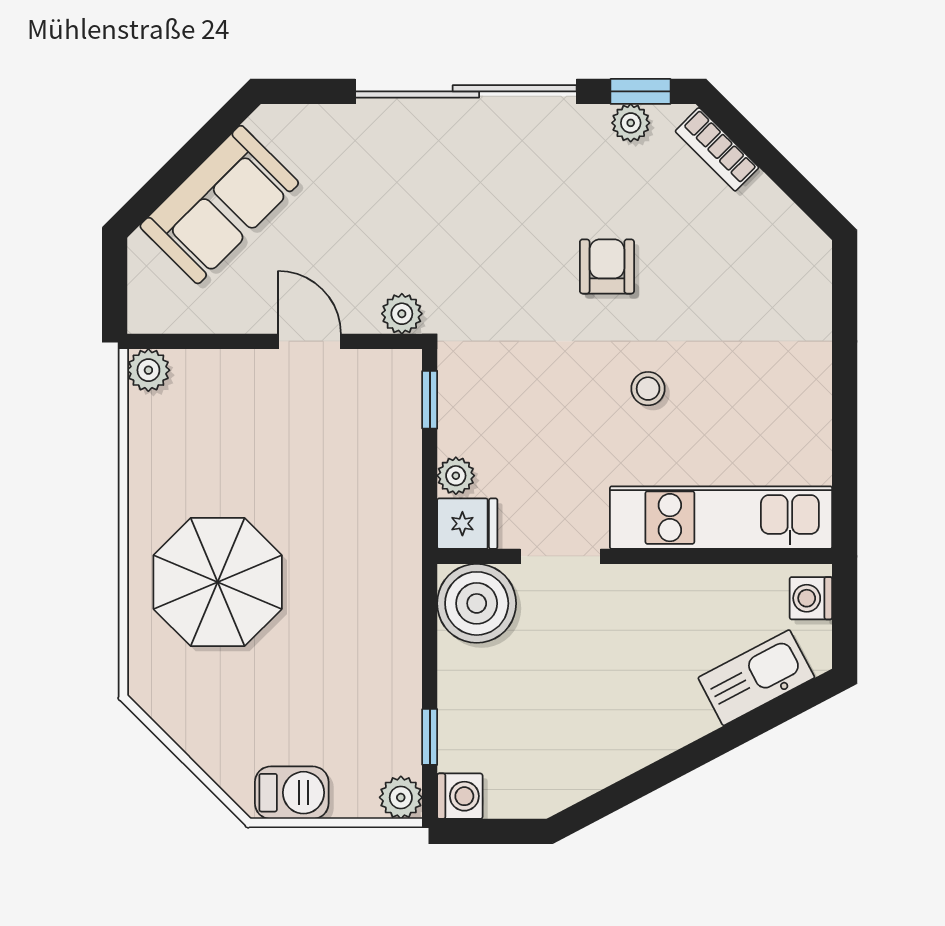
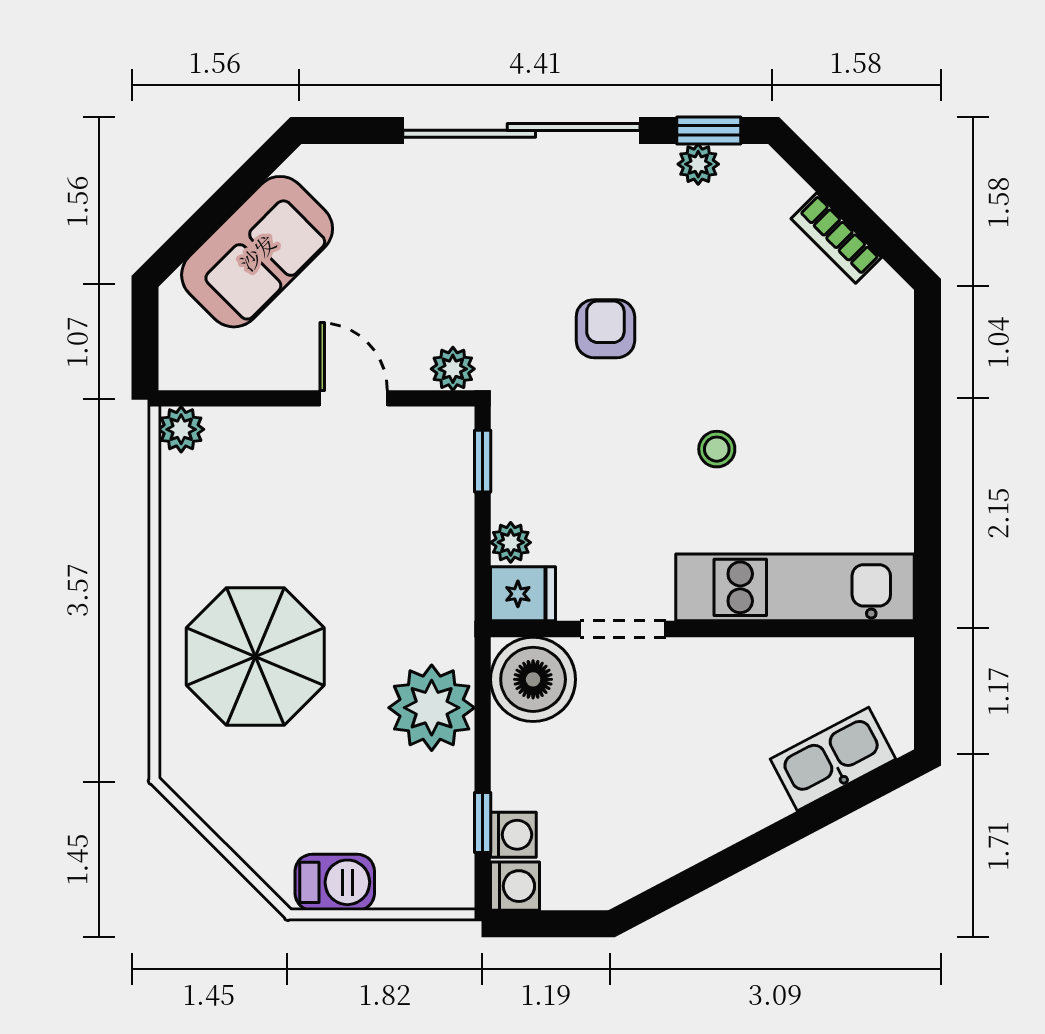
bookcase: (717, 149) -> (836, 238), moved
armchair: (607, 266) -> (605, 329), moved
washing machine: (811, 598) -> (513, 835), moved, turned 180
plant: (401, 797) -> (432, 708), moved, width x1.88, depth x1.88

